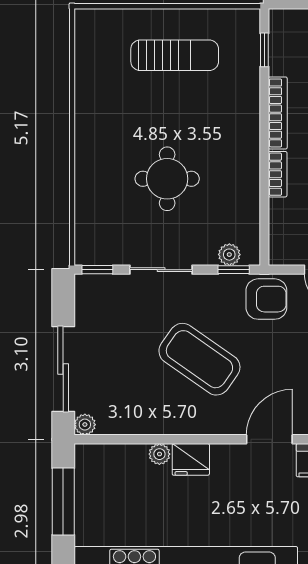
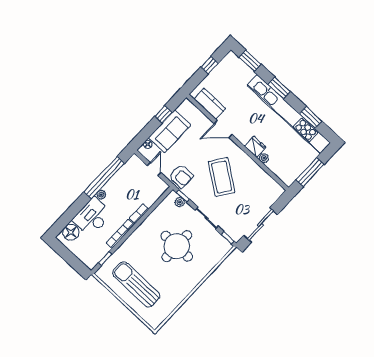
sun lounger: (175, 55) -> (136, 284), width x1.36, depth x1.34
round table: (167, 179) -> (177, 246), width x1.36, depth x1.36
armchair: (266, 299) -> (181, 176), turned 180
sliding door: (63, 369) -> (261, 225), moved
plant: (85, 425) -> (279, 191), removed

